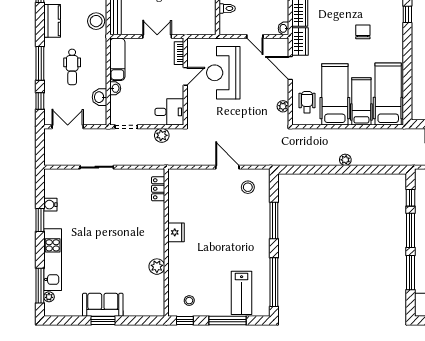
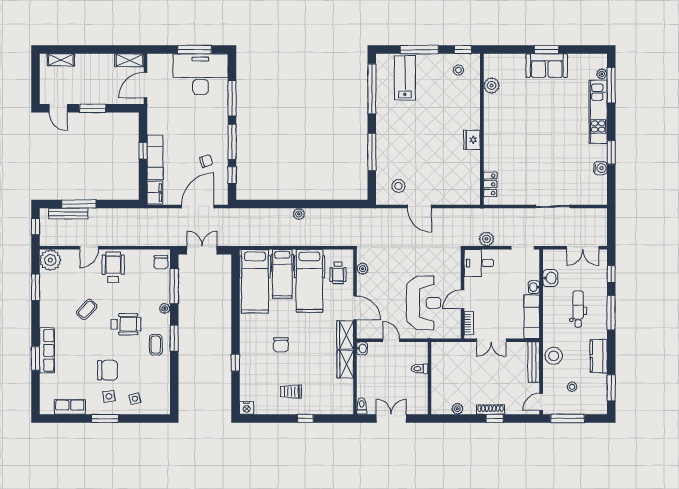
plant: (157, 267) -> (492, 85), moved

